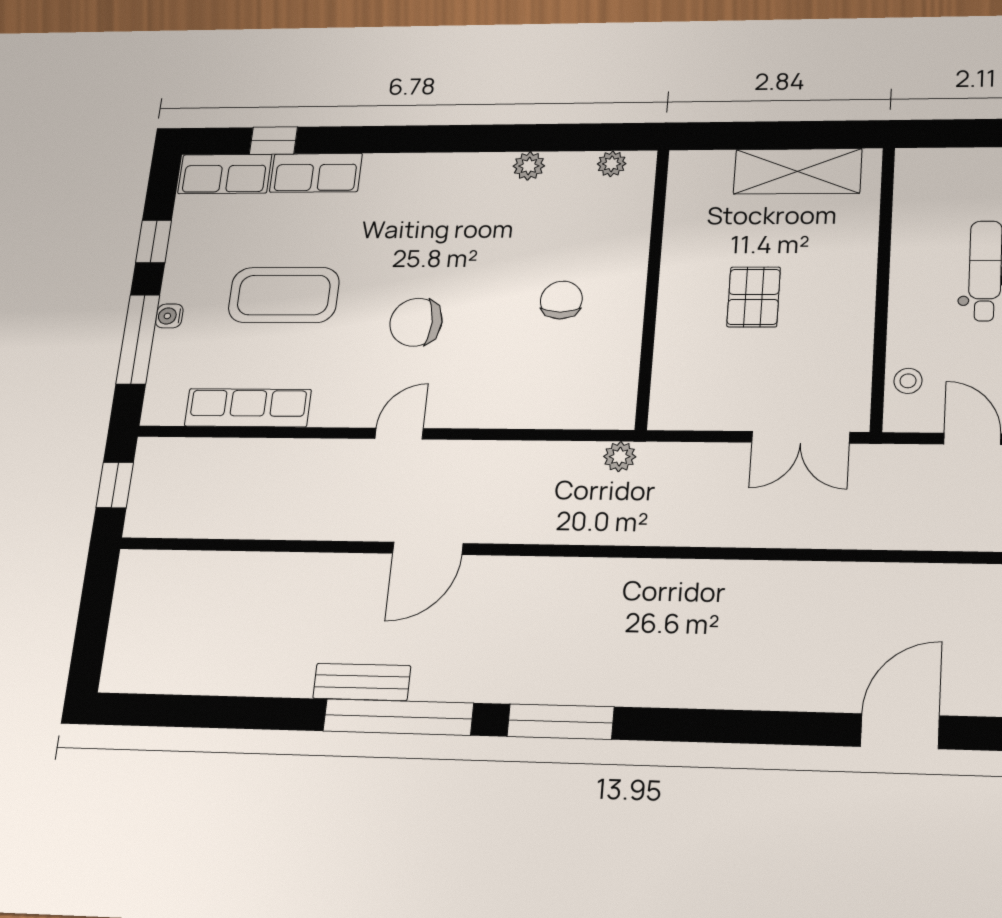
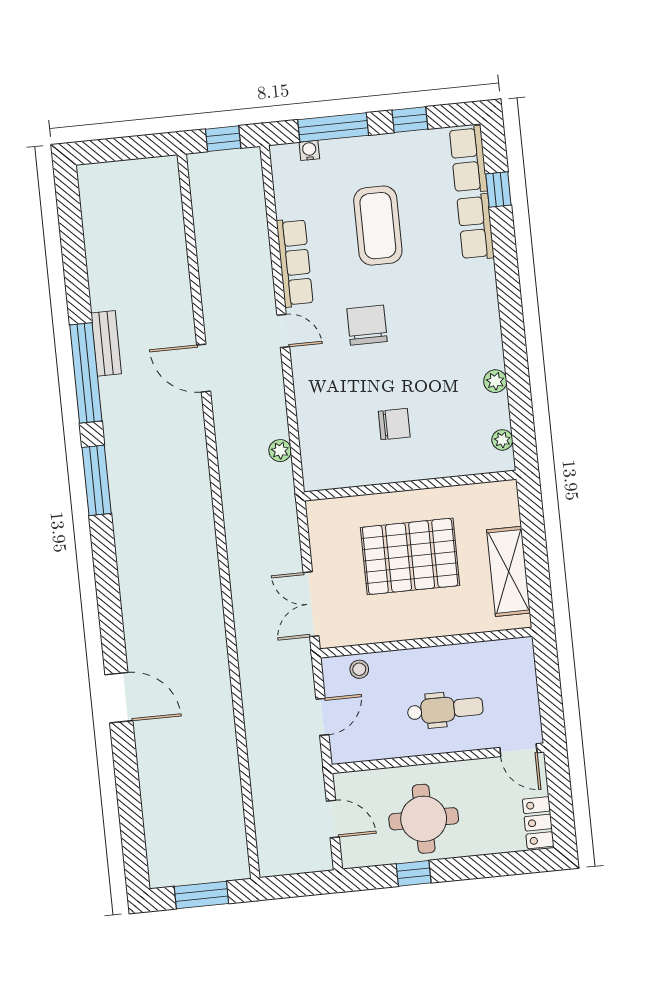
pallet: (754, 297) -> (410, 556), width x2.05, depth x2.00
water cooler: (169, 316) -> (309, 150), moved
row of seats: (248, 408) -> (295, 263), moved
plant: (620, 457) -> (280, 451), moved

